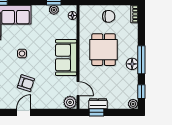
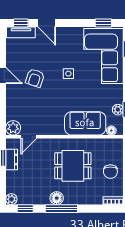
sofa: (66, 57) -> (85, 123), moved

